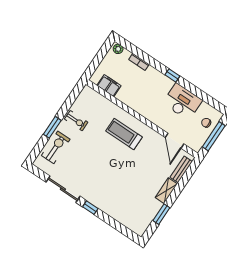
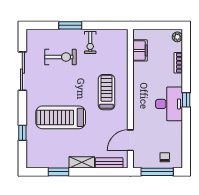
desk: (182, 102) -> (169, 104), moved
exercise bike: (56, 147) -> (60, 57), moved
treadmill: (120, 184) -> (61, 117), added
window: (90, 208) -> (22, 133), moved

